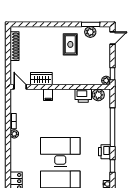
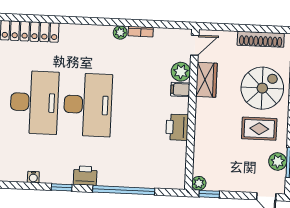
spiral stairs: (45, 44) -> (262, 88), added
plant: (98, 95) -> (181, 72), moved
printer: (83, 96) -> (177, 127), moved

